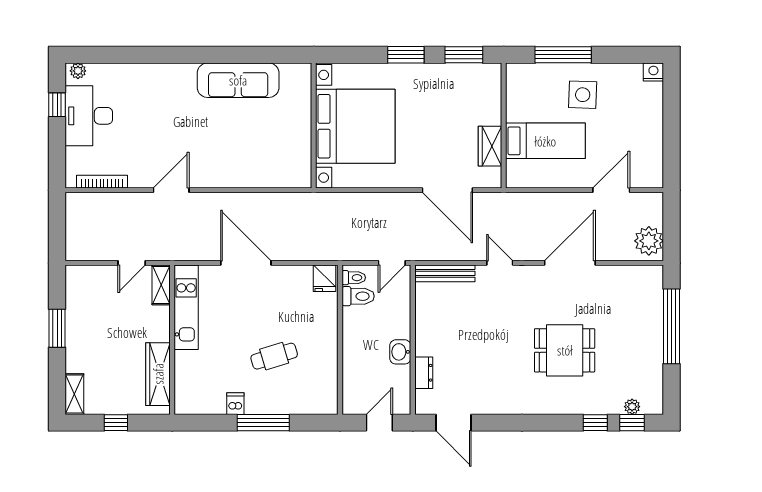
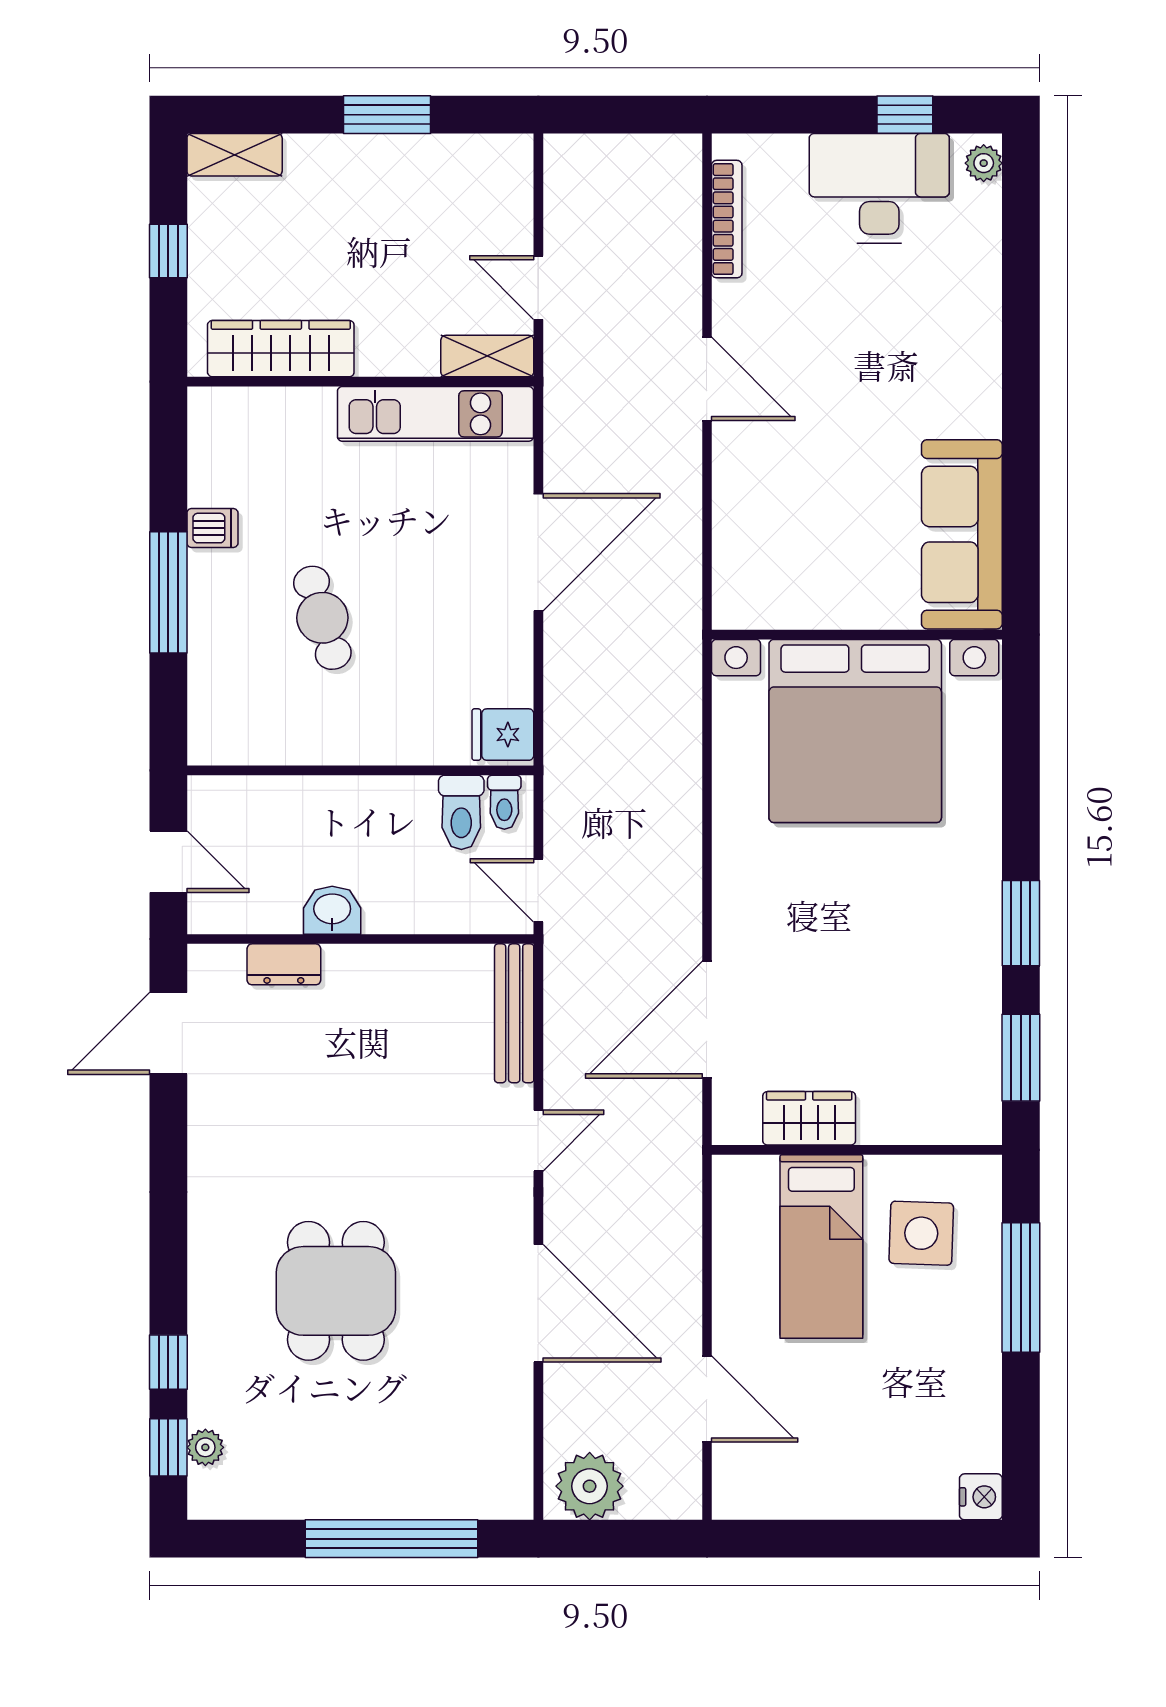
side table: (583, 95) -> (921, 1233), moved
wall: (314, 126) -> (857, 635), moved
bed with nightstands: (355, 126) -> (855, 731), moved

